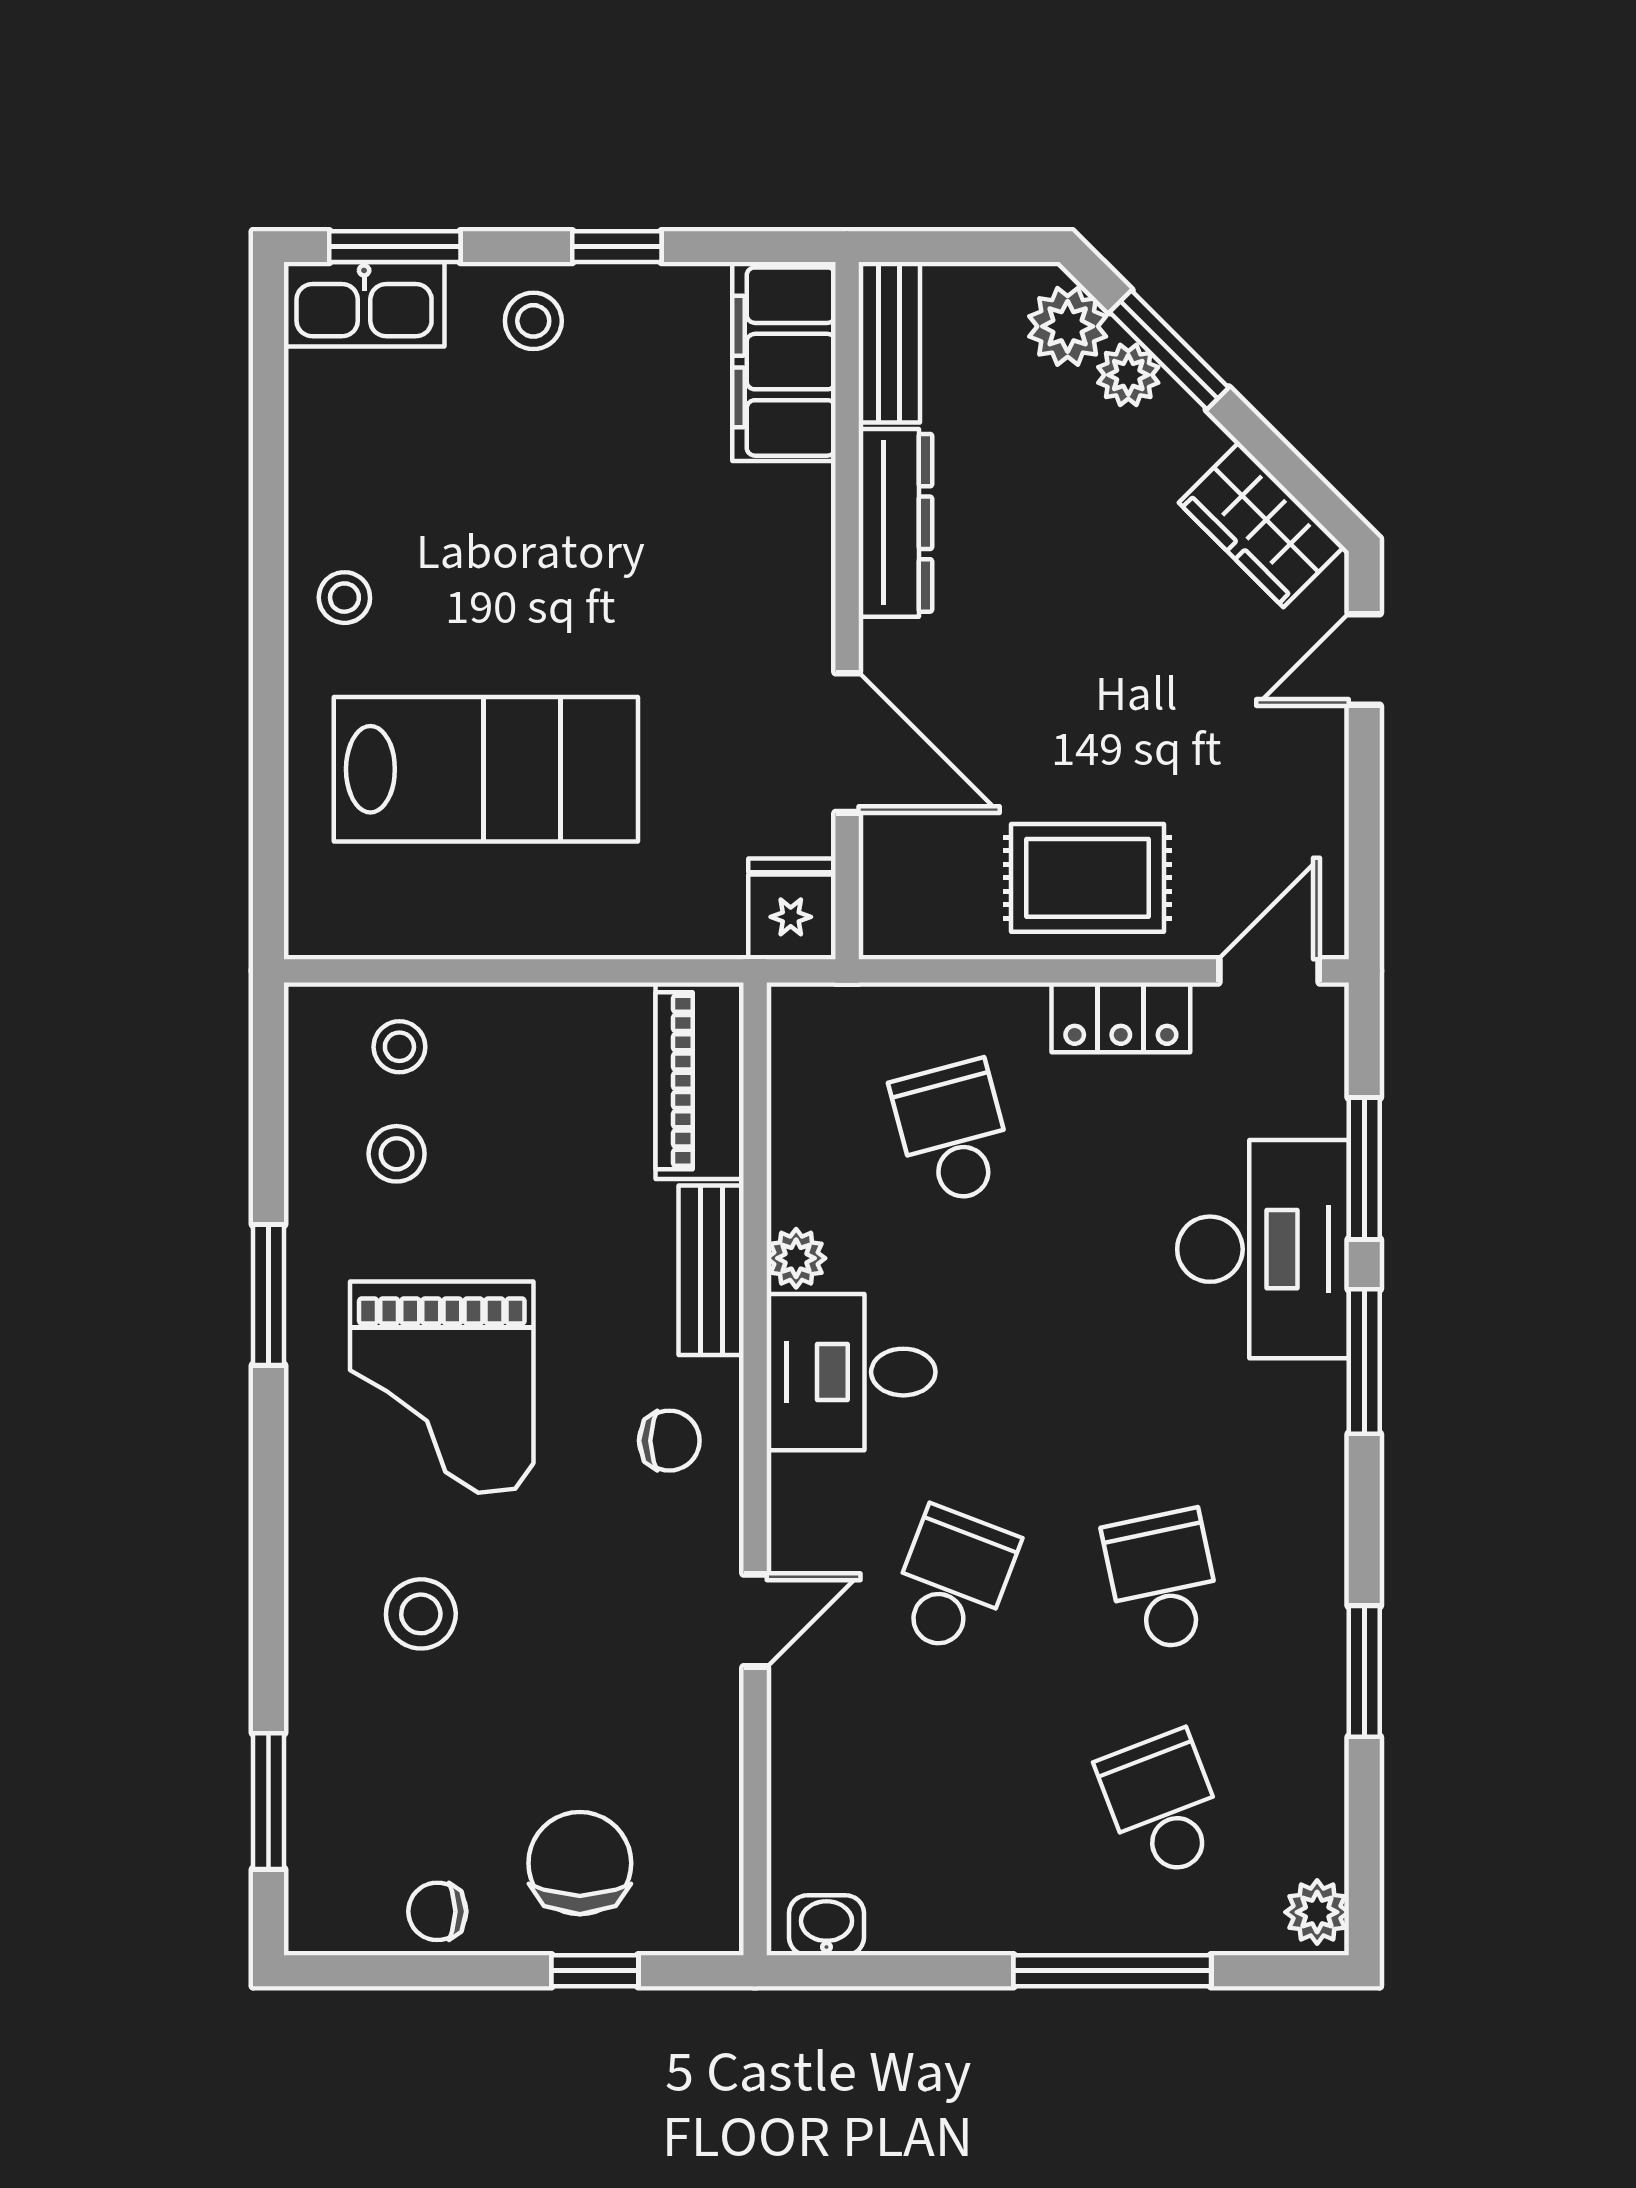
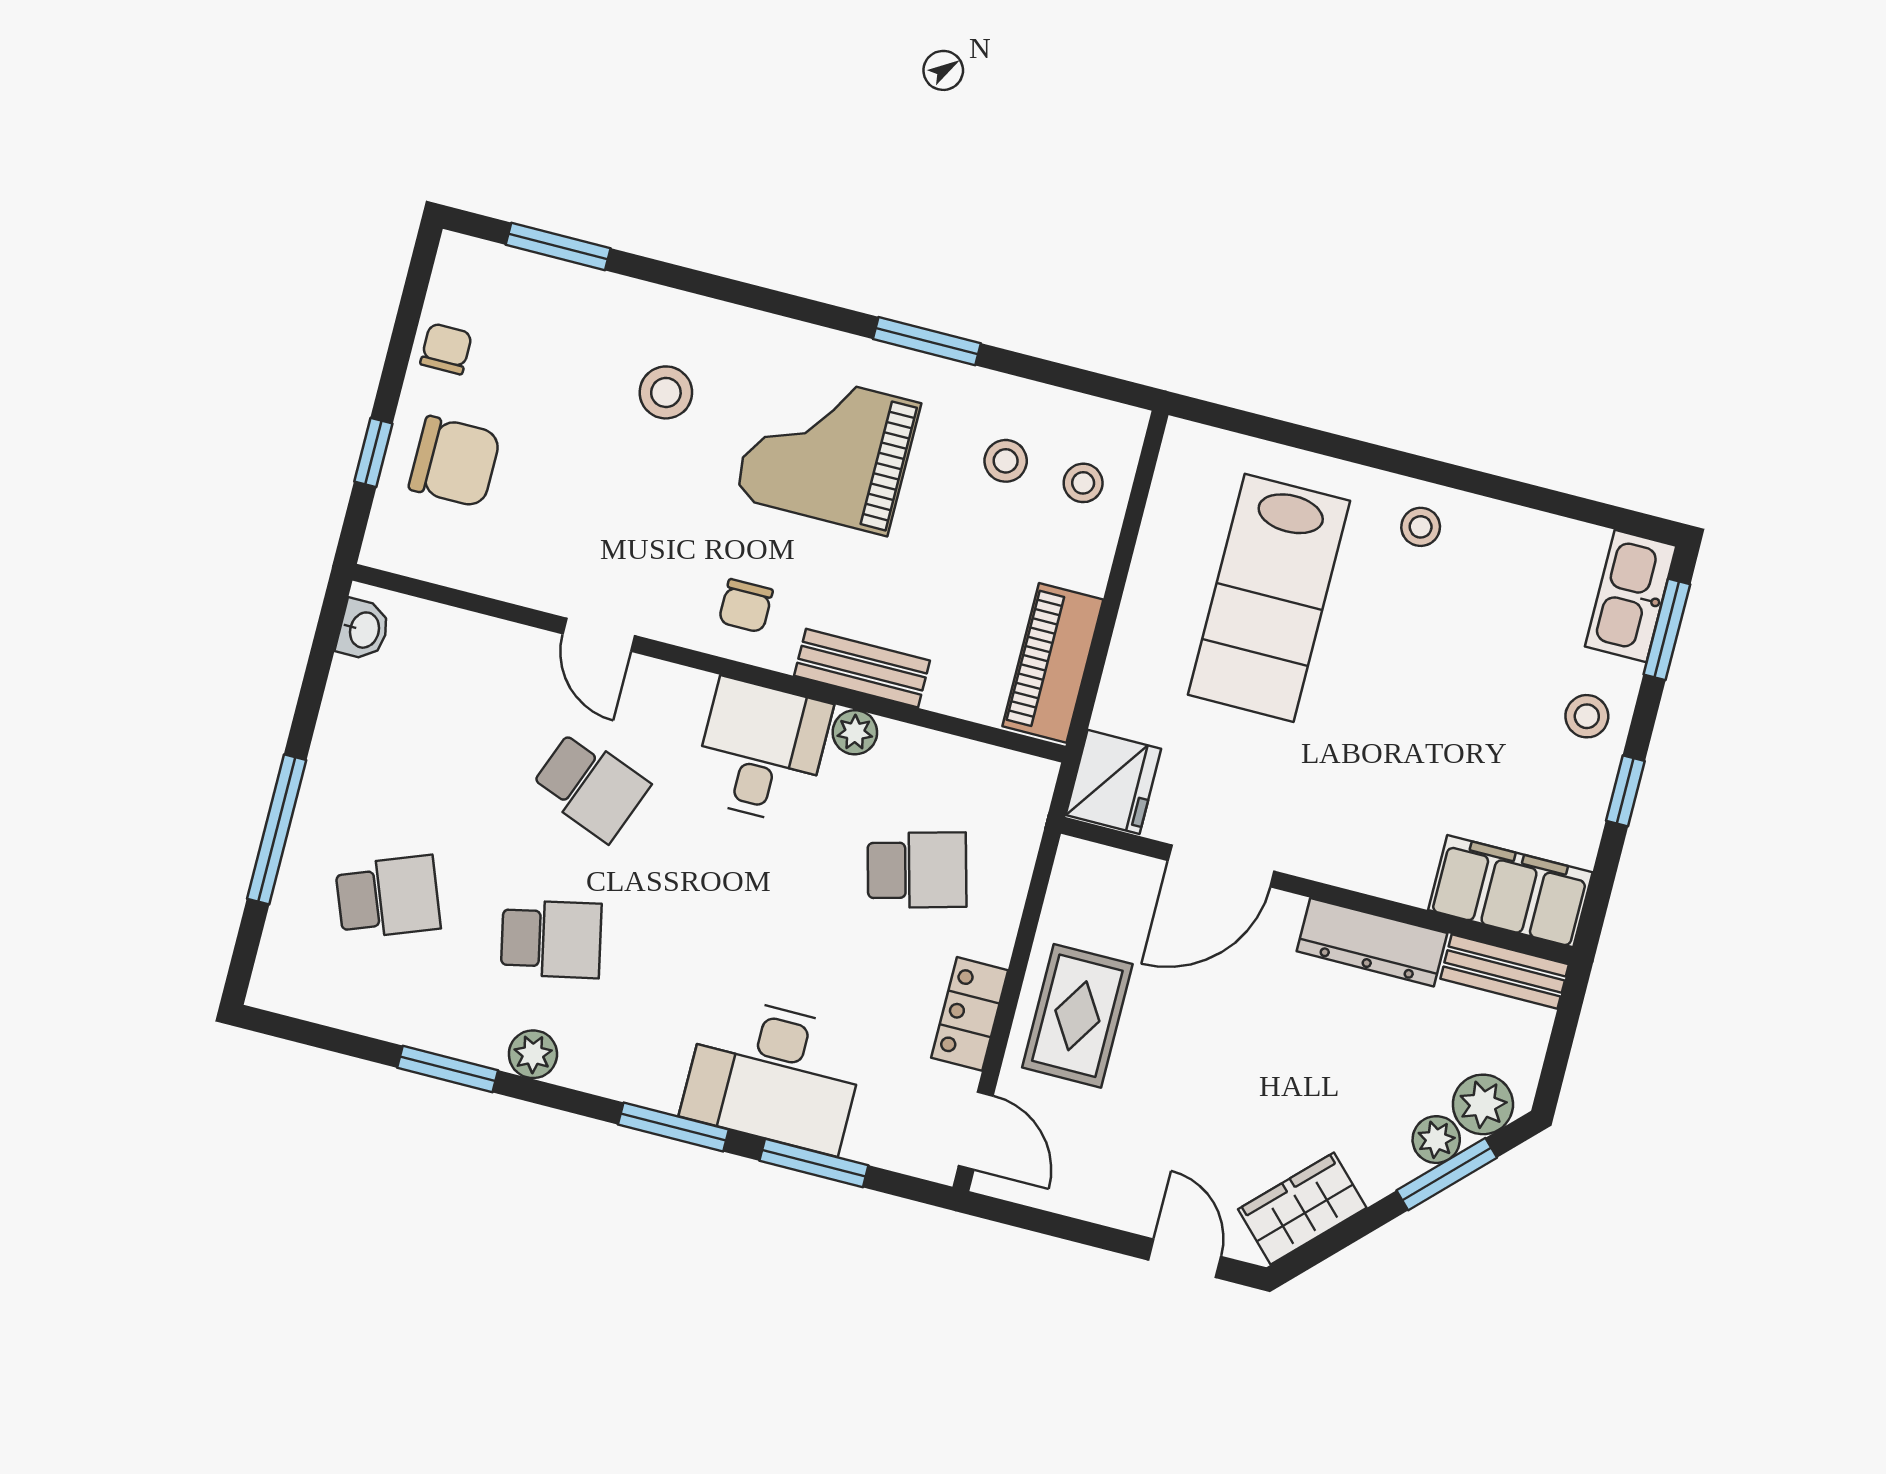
fridge: (791, 909) -> (1113, 782), width x1.38
piano: (700, 1081) -> (1053, 663), moved, turned -90
plant: (1317, 1912) -> (533, 1054), moved

